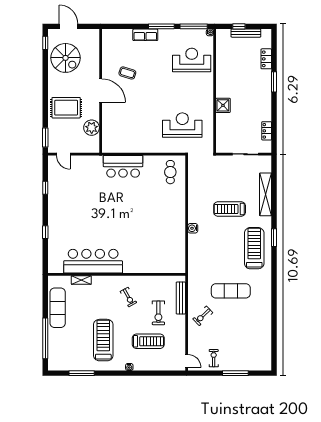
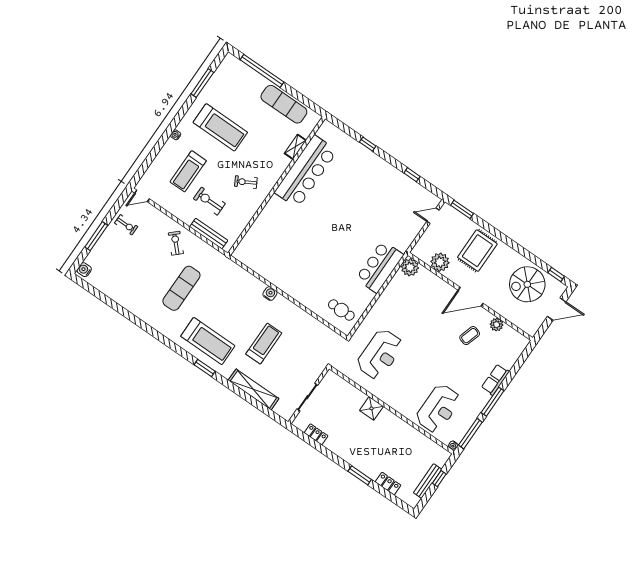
plant: (107, 60) -> (497, 325), added
plant: (109, 146) -> (410, 267), added
water cooler: (264, 366) -> (84, 270), added

